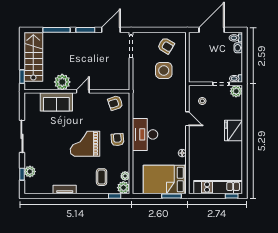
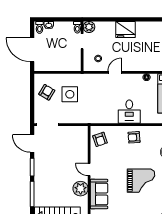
desk: (145, 134) -> (129, 112), width x0.73
grand piano: (85, 144) -> (141, 181), moved, turned -90

